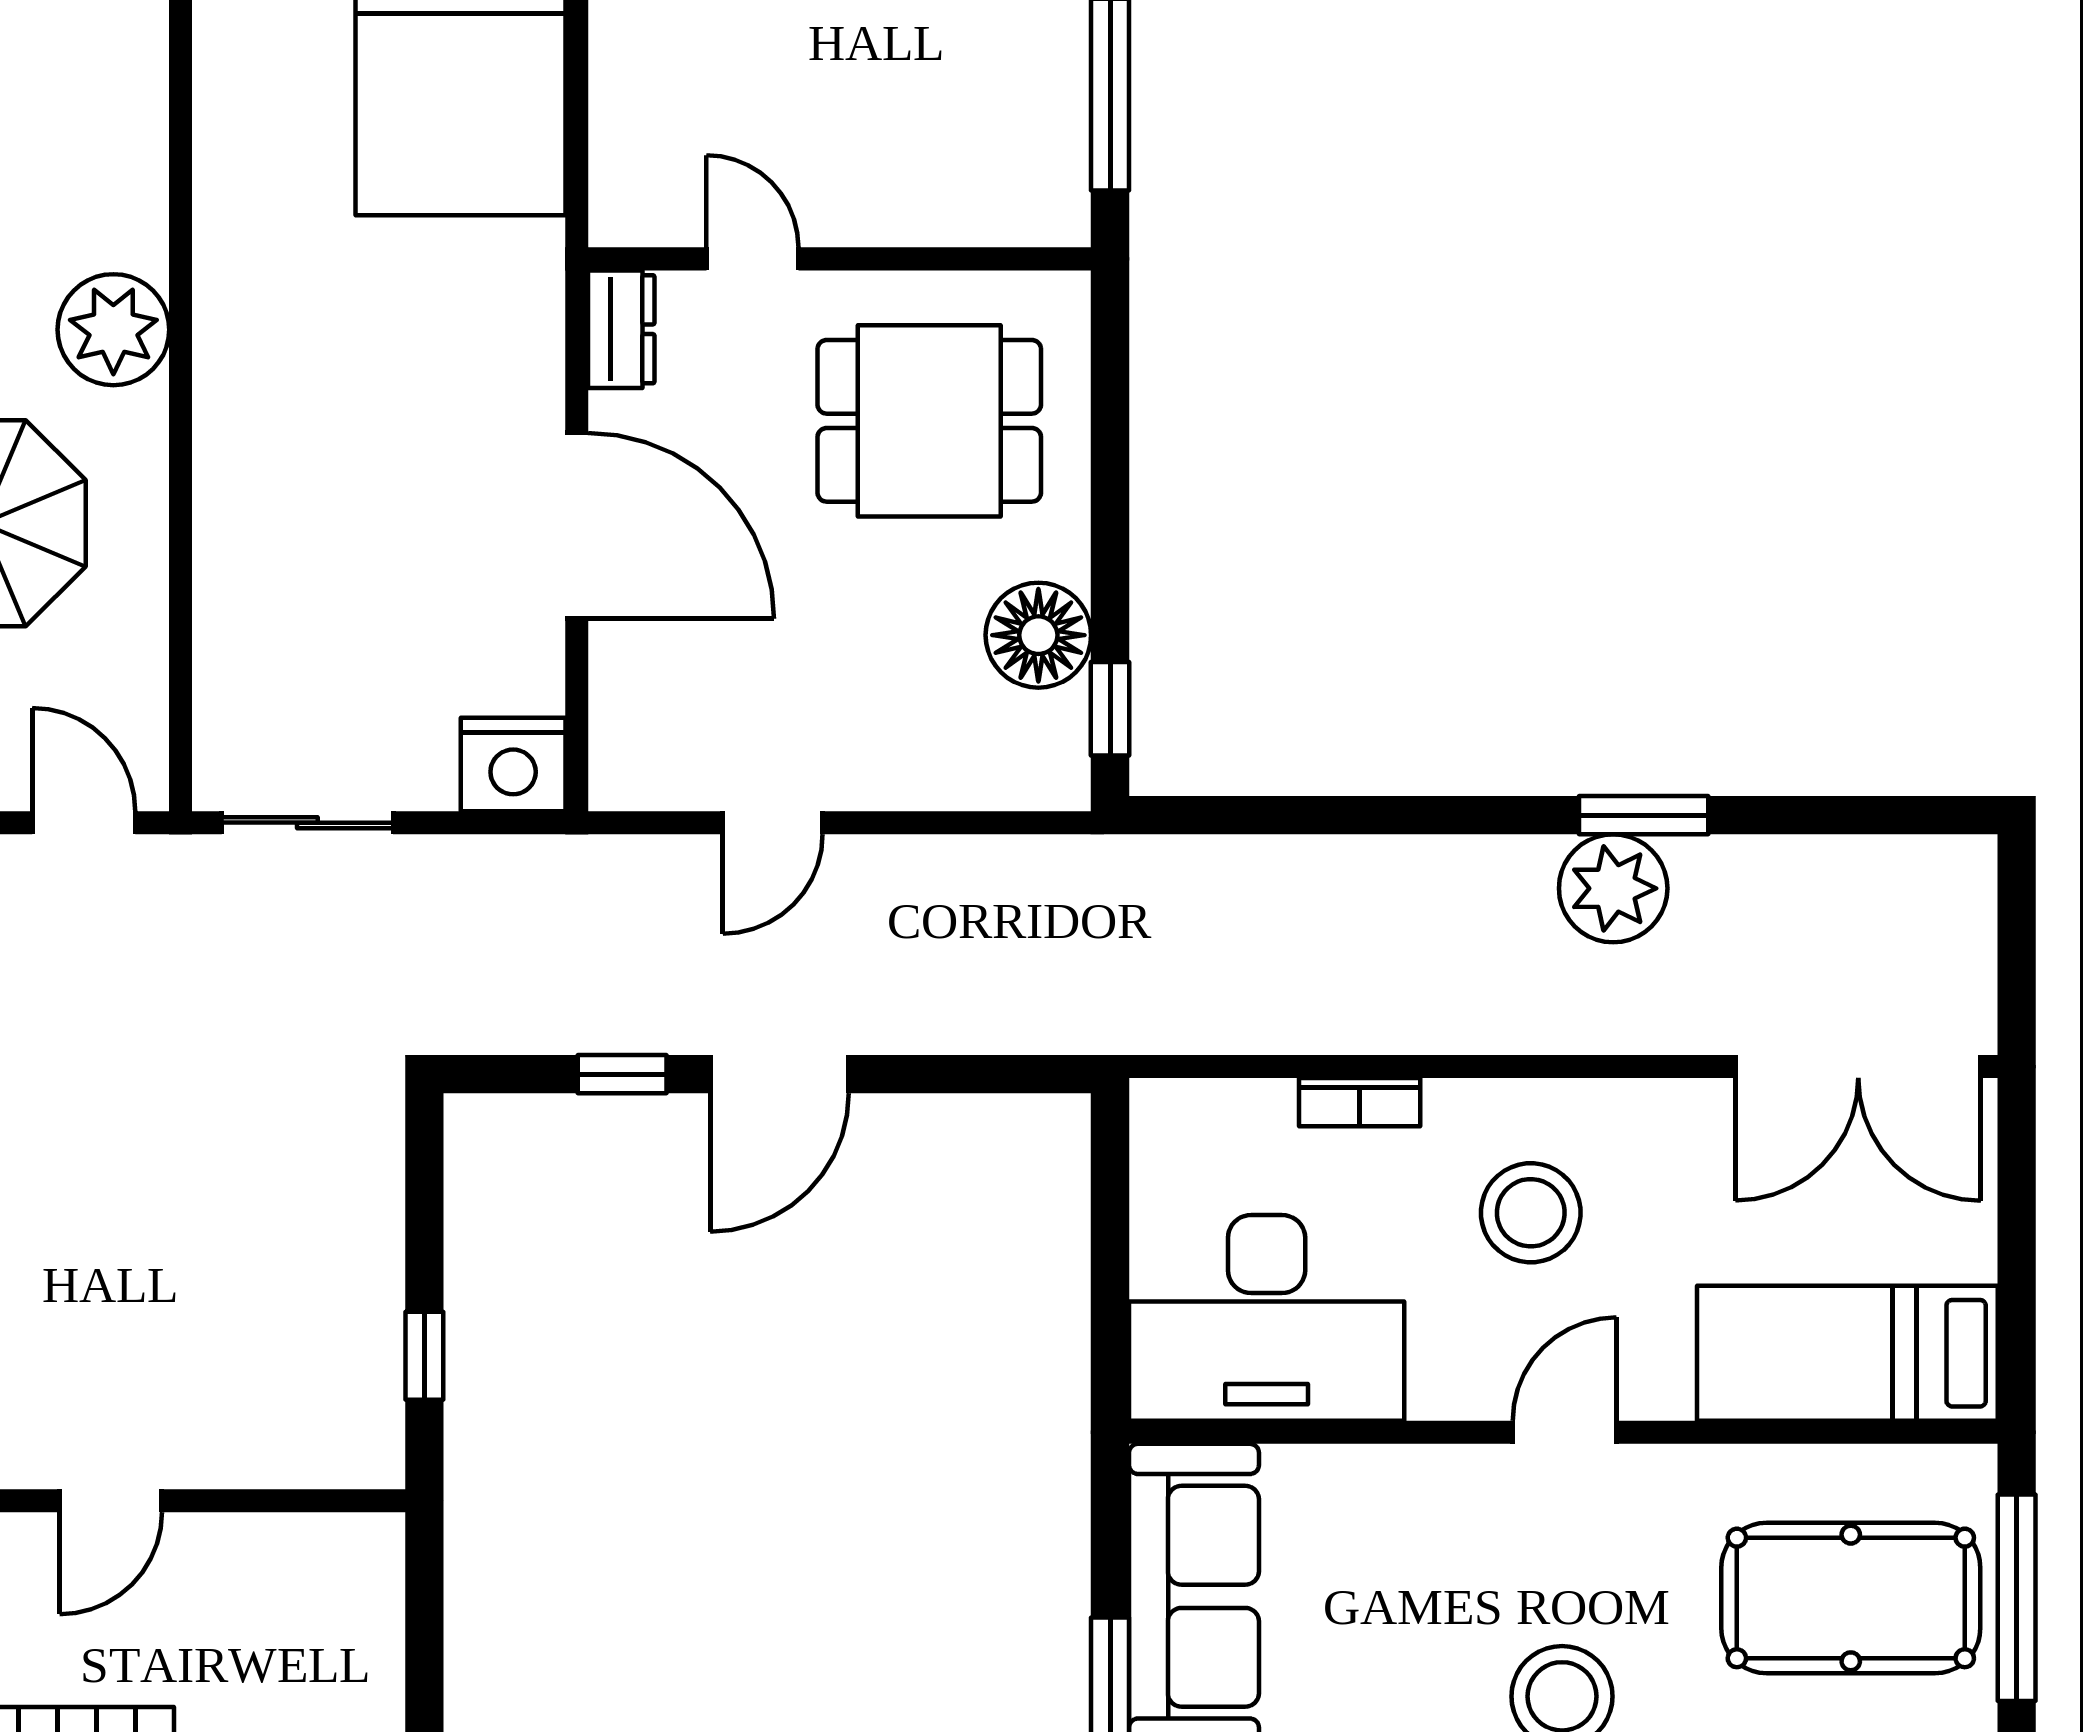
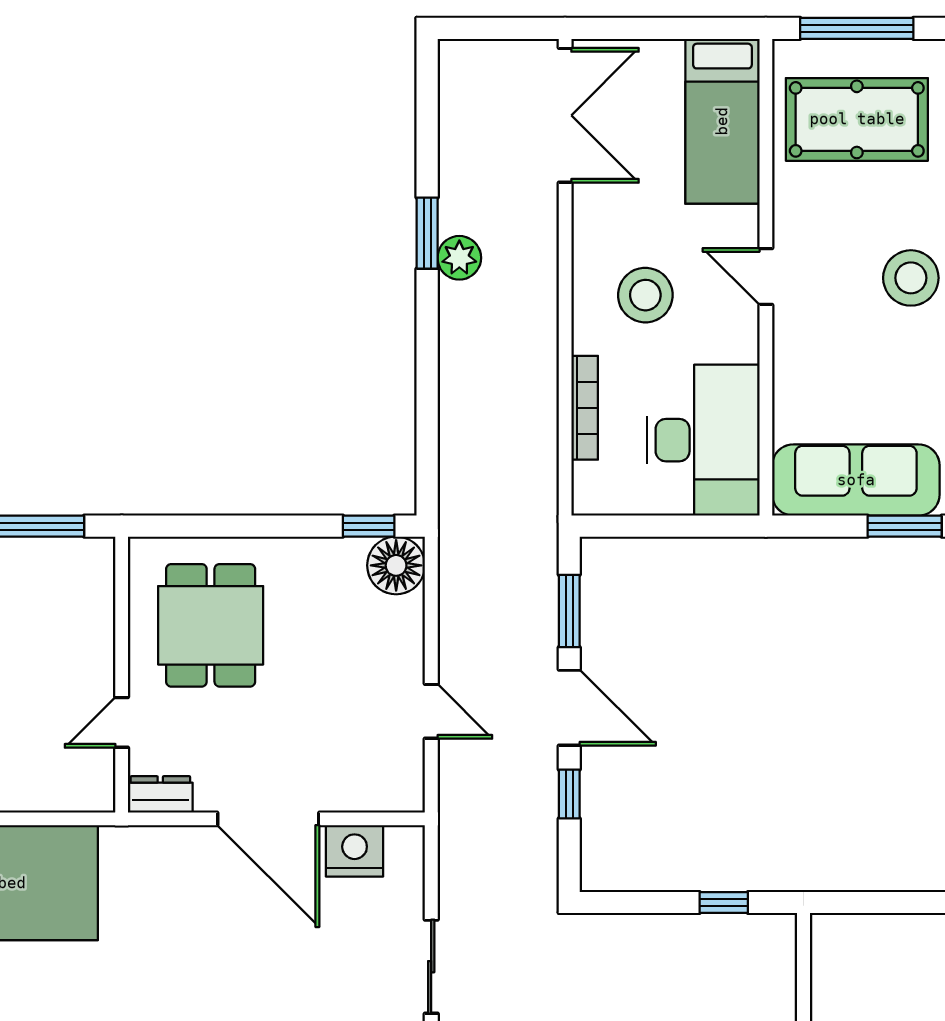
door: (577, 526) -> (268, 819), swing flipped
floor lamp: (1038, 635) -> (396, 565), moved
nightstand: (513, 764) -> (355, 851), moved, turned -90
plant: (1613, 888) -> (459, 258), width x0.73, depth x0.73
window: (955, 1074) -> (569, 611), added
bookcase: (1360, 1102) -> (585, 408), width x1.56
pool table: (1851, 1598) -> (857, 119), turned 90

